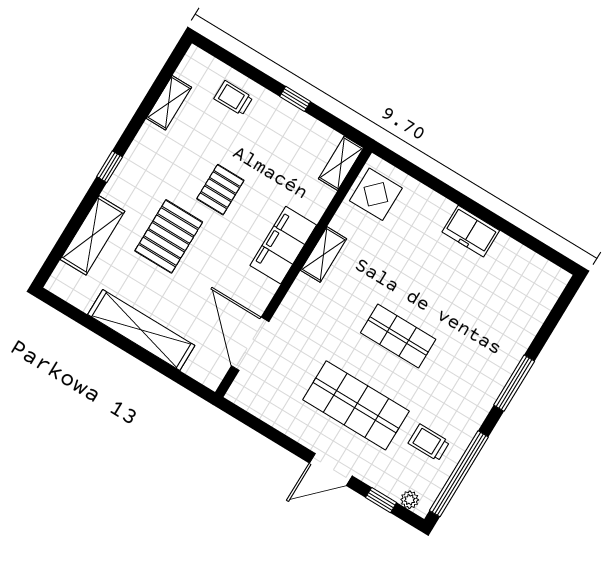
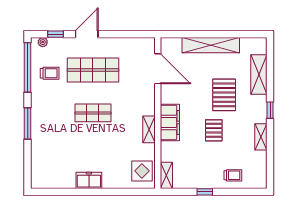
shelving: (169, 103) -> (261, 137), moved

